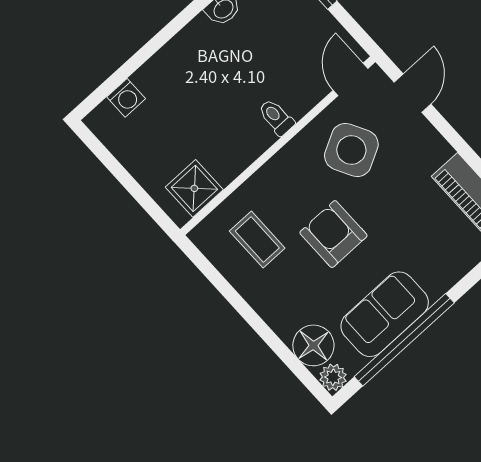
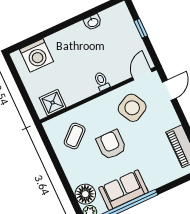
washing machine: (126, 98) -> (36, 55), width x1.89, depth x1.89
coffee table: (257, 240) -> (75, 136), turned 48

